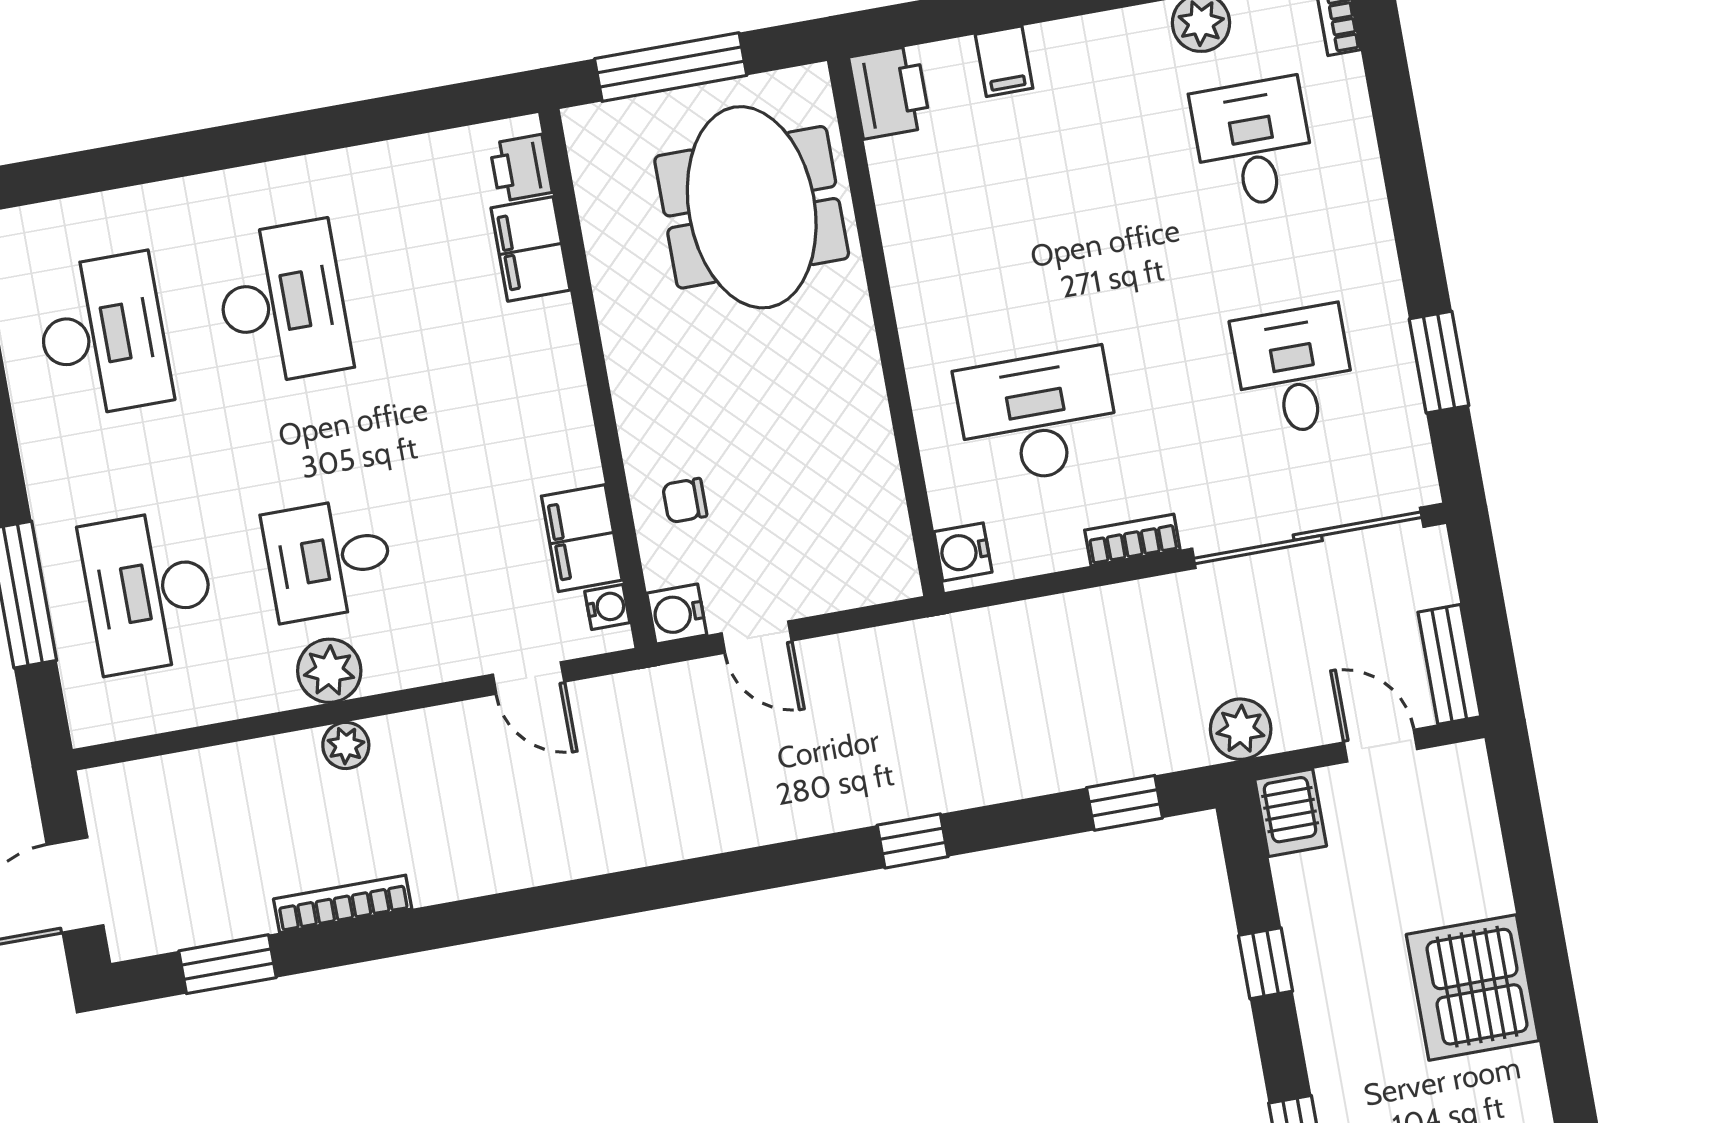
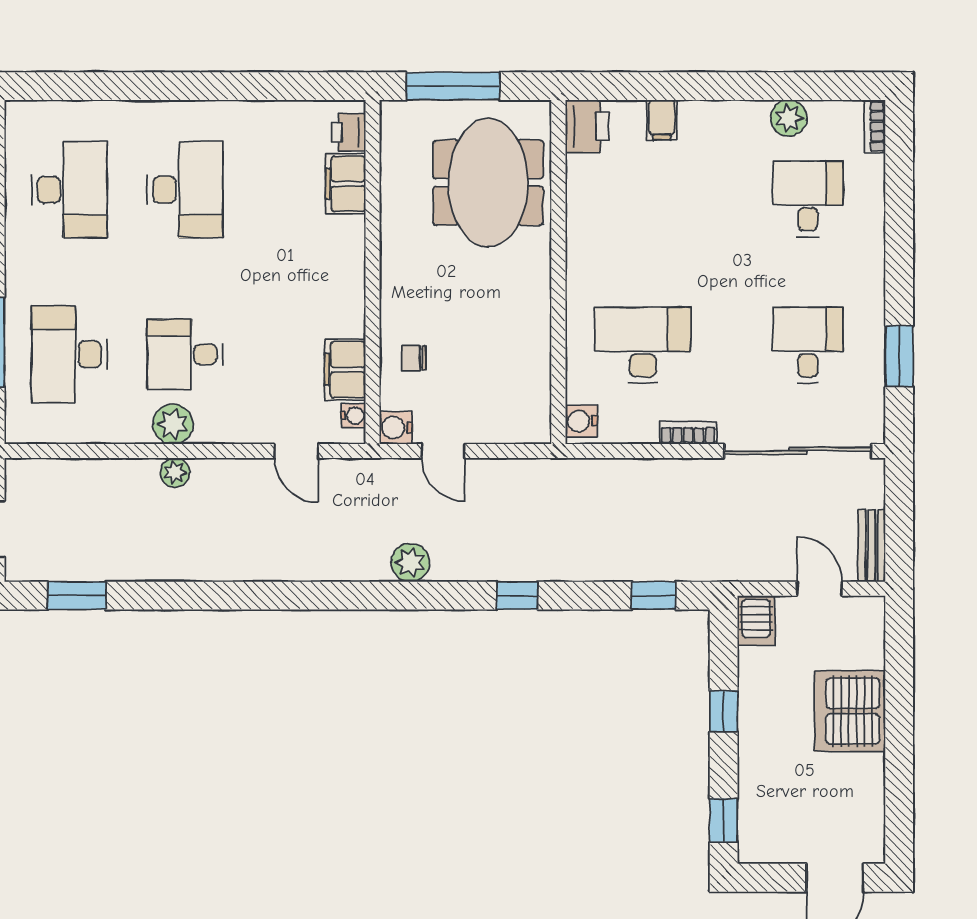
plant: (1241, 729) -> (410, 563), moved
bookcase: (343, 904) -> (155, 571), removed
server rack: (1473, 987) -> (850, 711), moved

